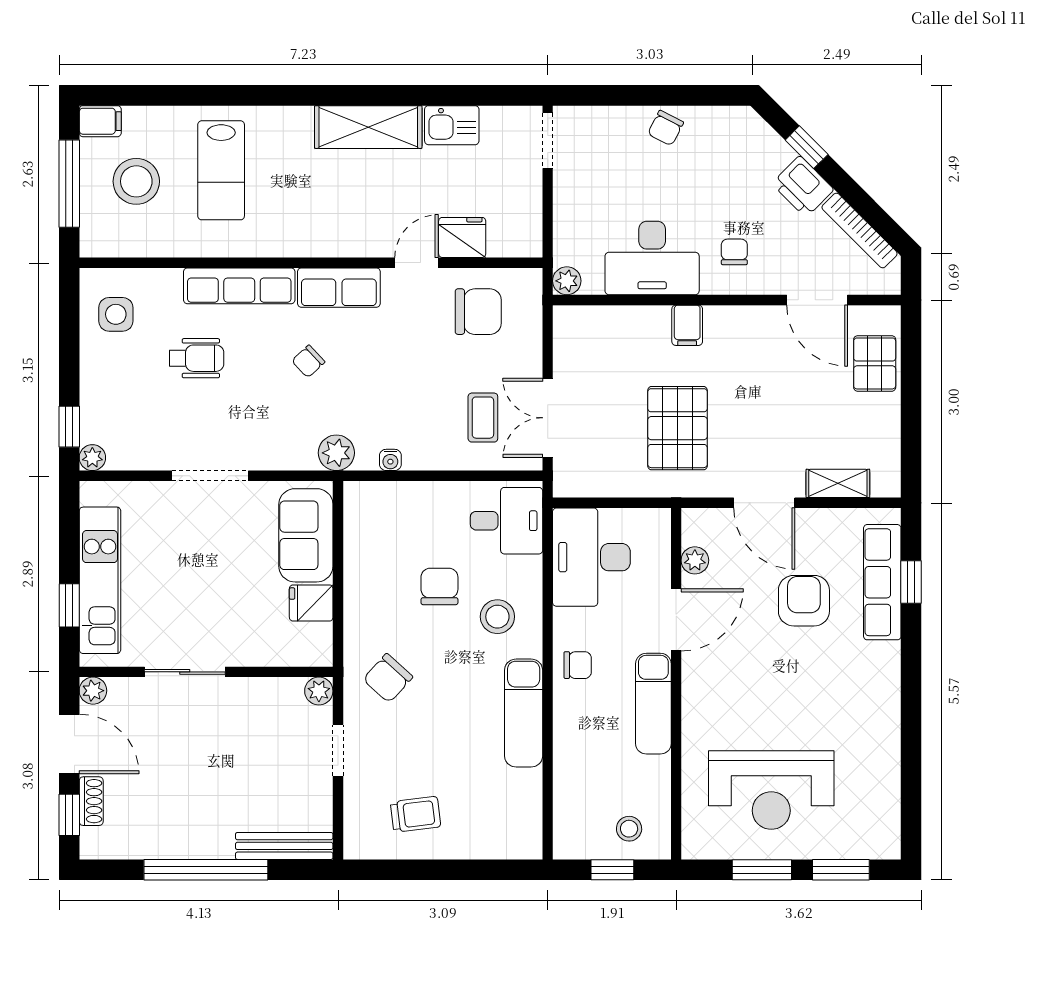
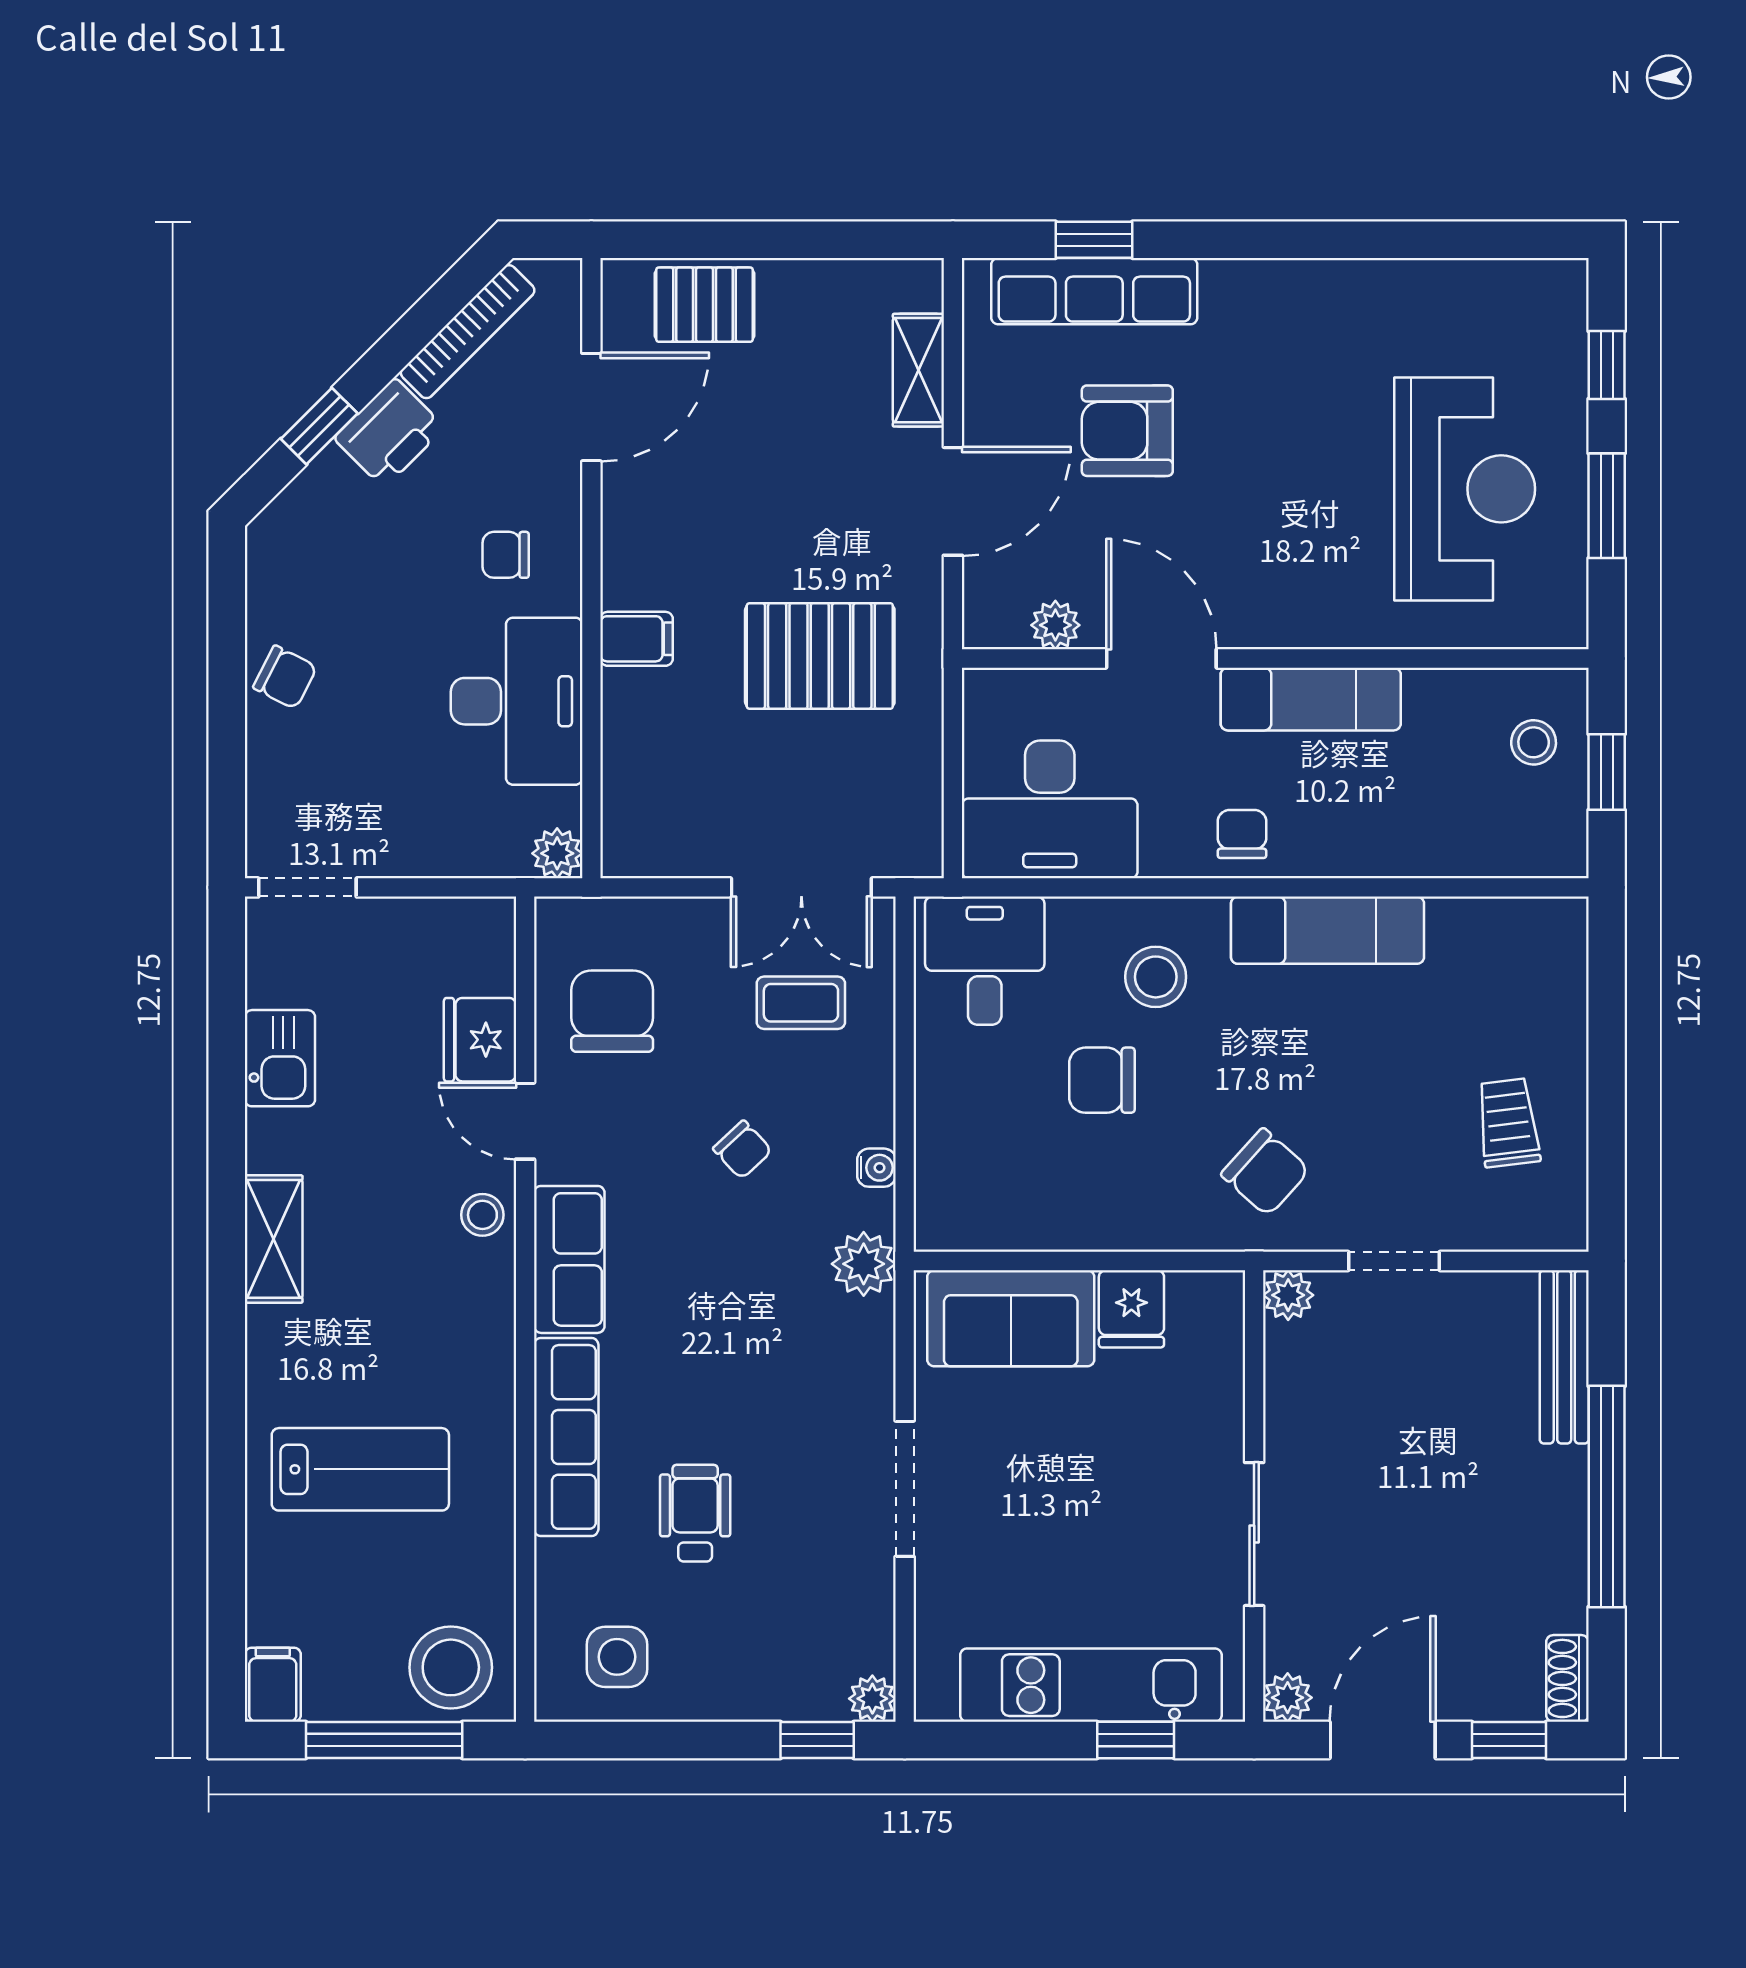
shelving: (368, 127) -> (274, 1239), width x0.67, depth x0.75
stool: (136, 181) -> (451, 1667), moved
stool: (364, 239) -> (482, 1215), added
chair: (308, 361) -> (742, 1150), moved
shoe rack: (91, 801) -> (1567, 1678), moved, turned -90
window: (841, 870) -> (1607, 365), width x0.67

